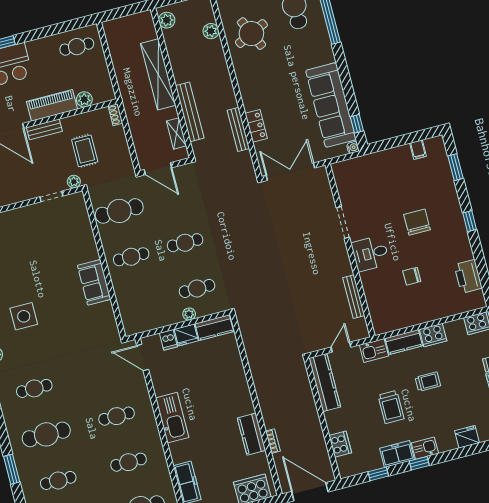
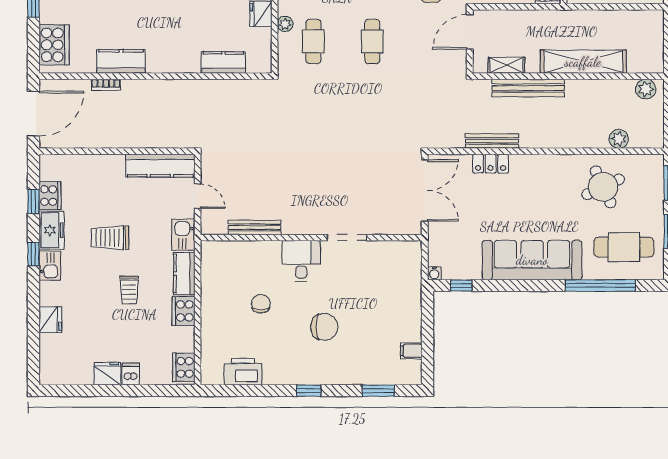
sofa: (331, 105) -> (532, 260), moved
kitchen counter: (214, 328) -> (223, 62), moved, turned 90
cooker: (340, 444) -> (50, 196), moved, turned -90

